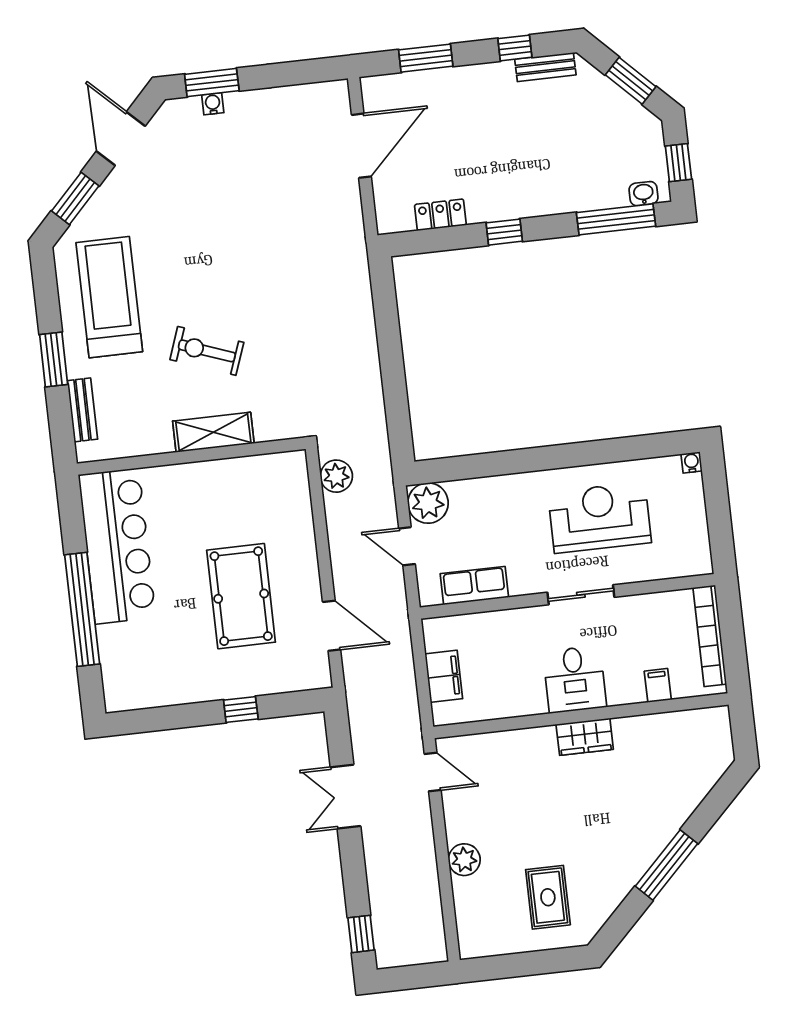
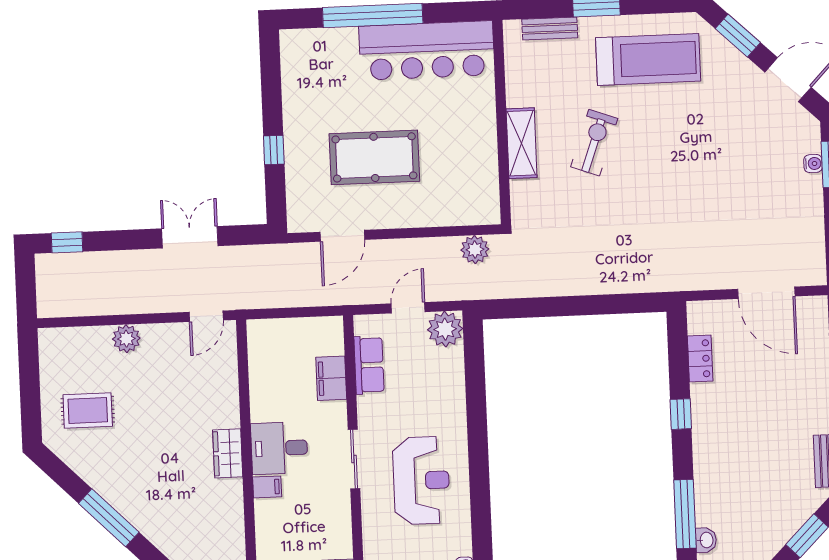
filing cabinet: (444, 676) -> (331, 378), moved, turned 90
filing cabinet: (658, 685) -> (267, 487), moved

